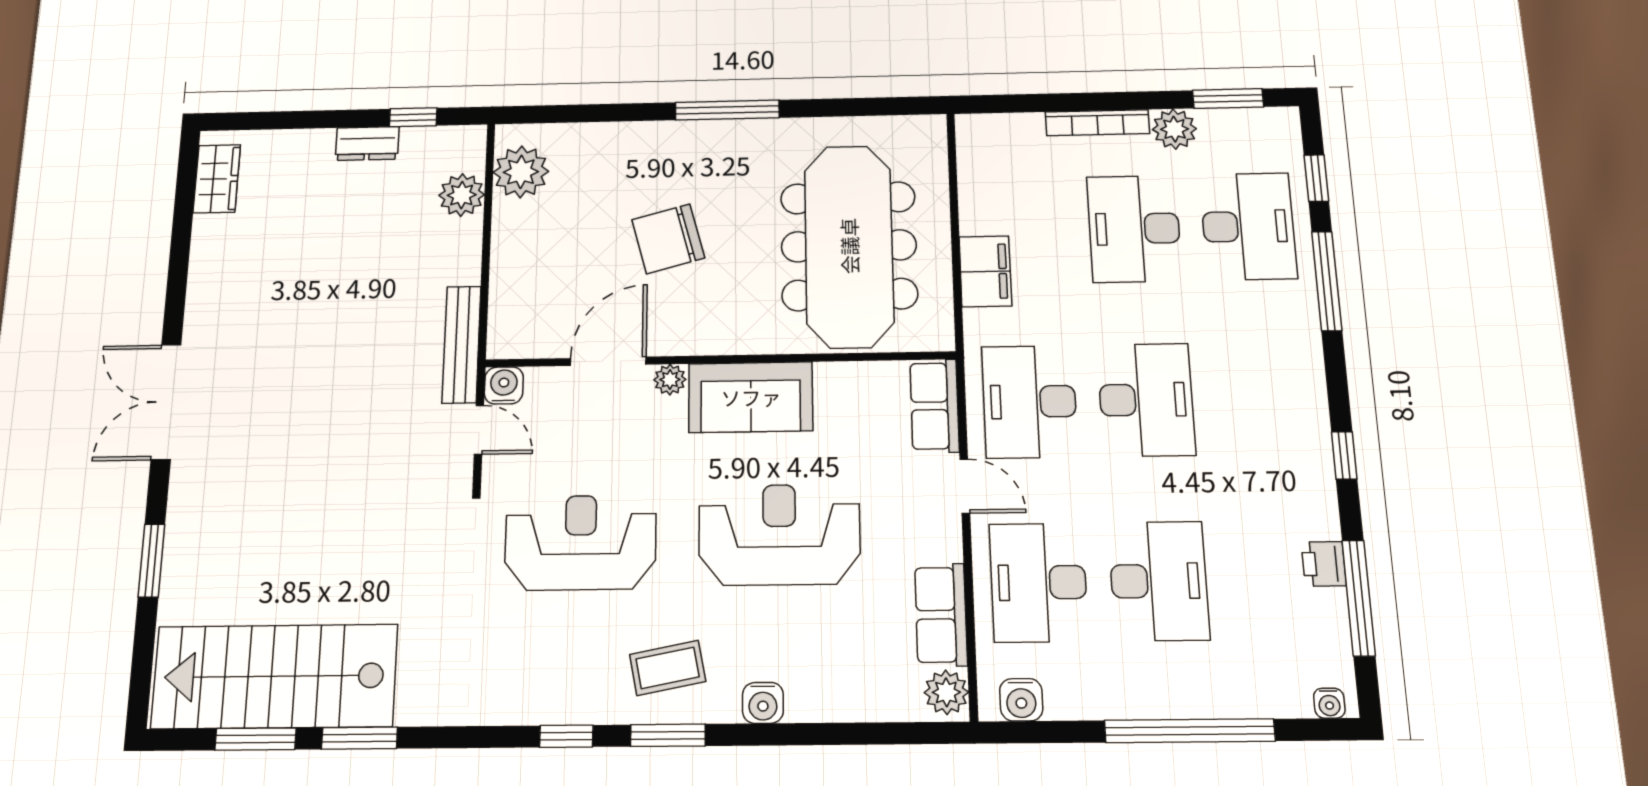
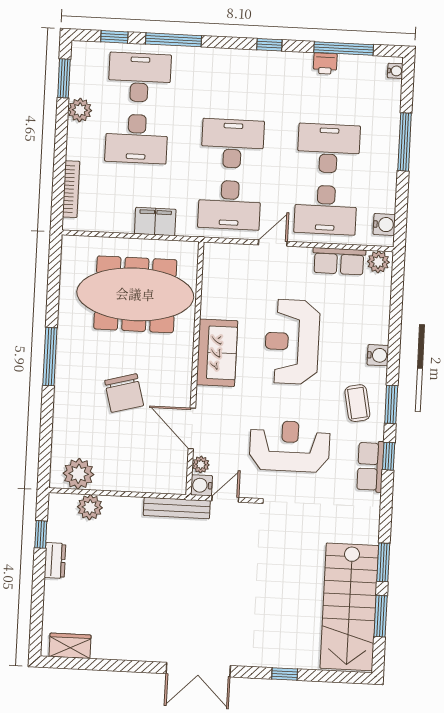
bookcase: (1097, 123) -> (71, 189), moved
plant: (670, 380) -> (201, 465), moved
row of seats: (935, 406) -> (370, 466), moved, turned 90
reception desk: (580, 543) -> (290, 446), turned 90
window: (152, 561) -> (285, 674), width x0.67
window: (1190, 731) -> (405, 142), width x0.68

